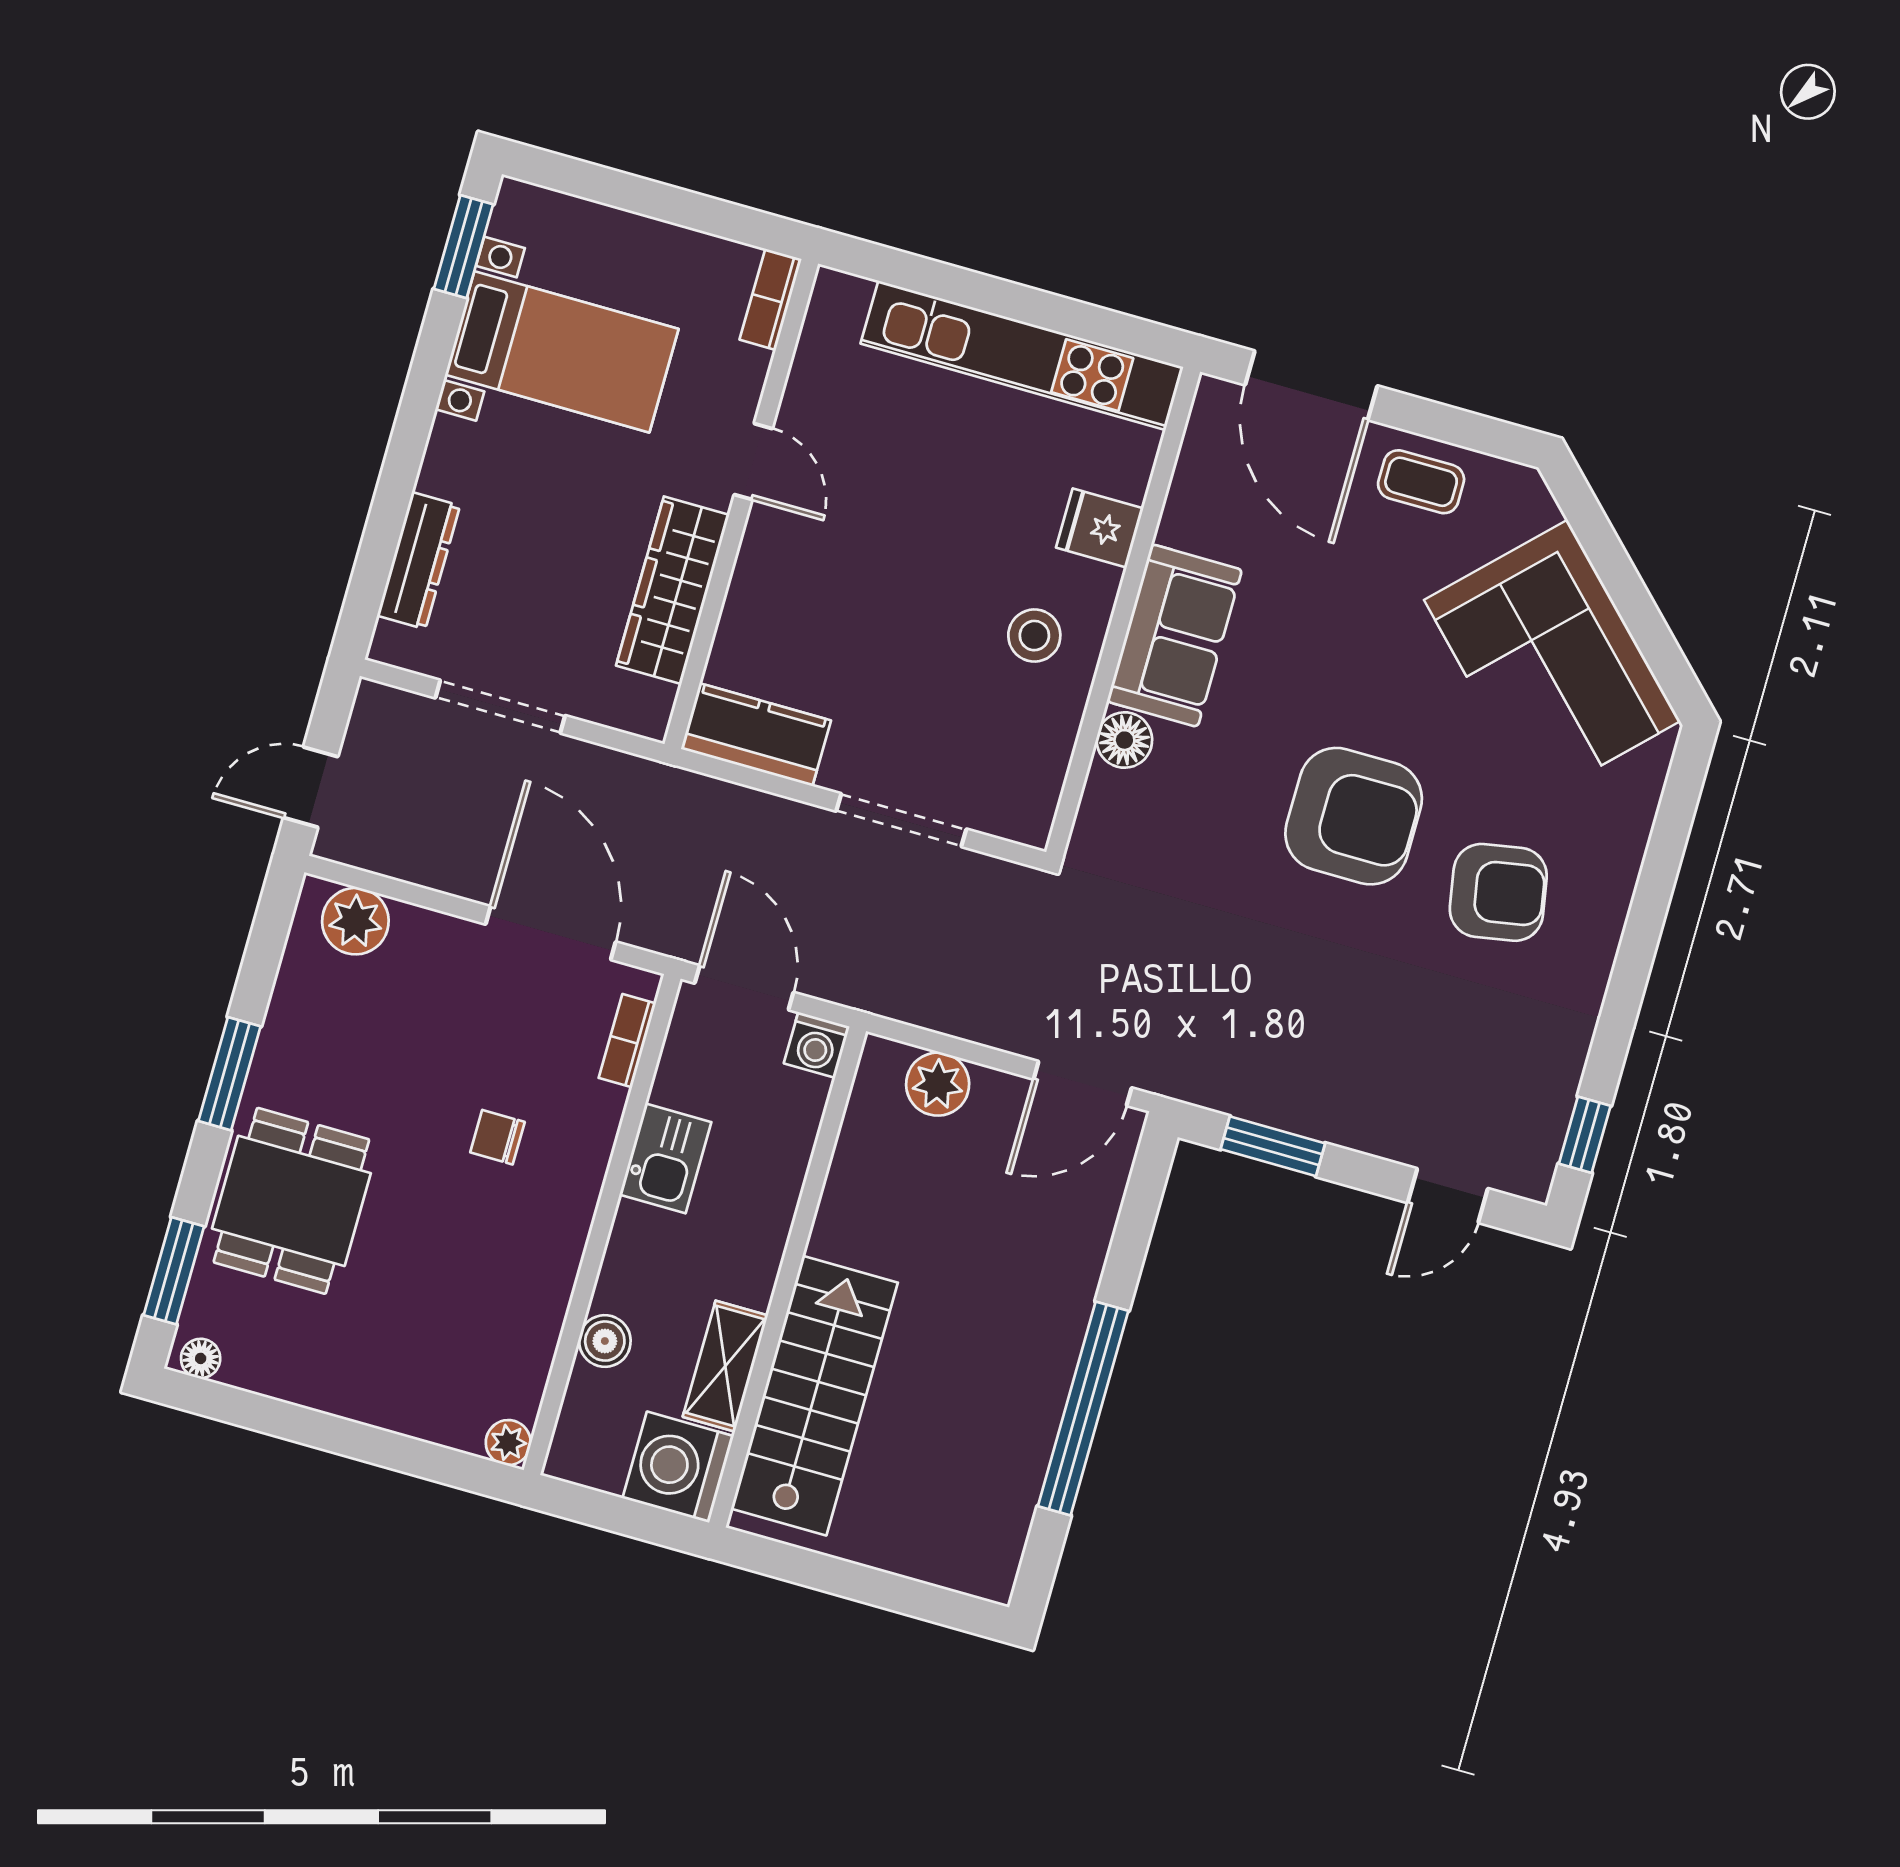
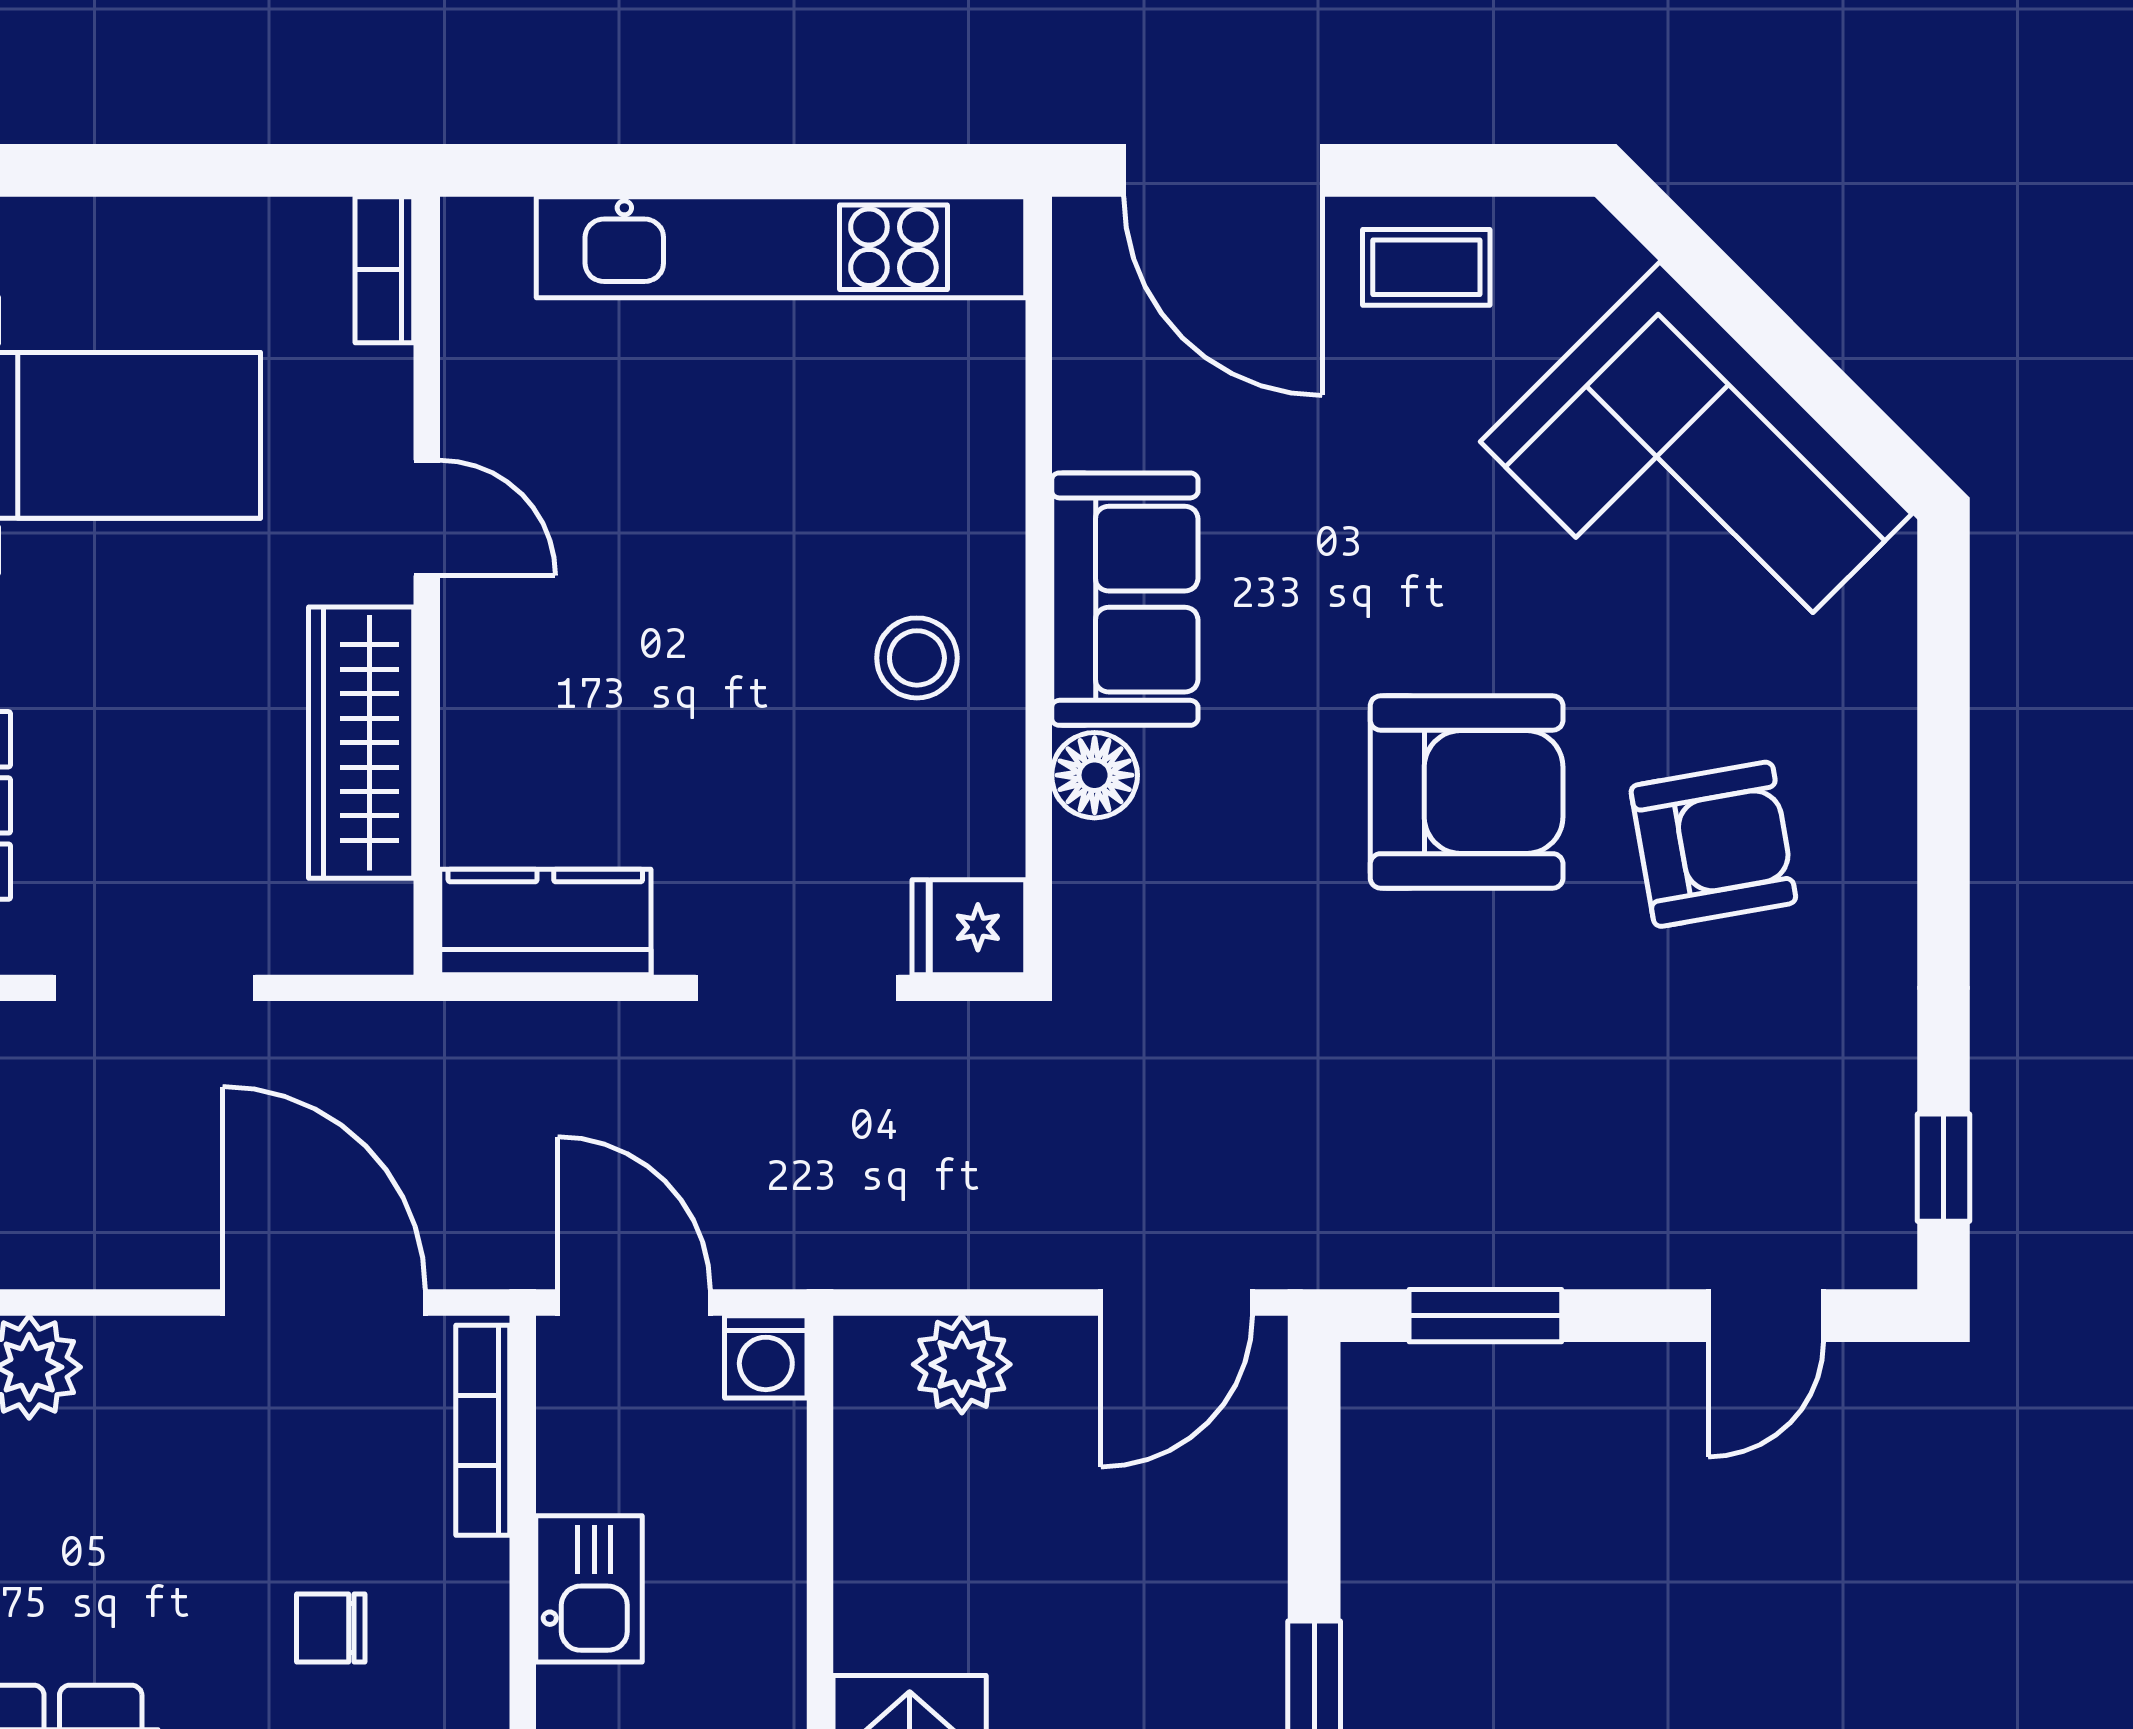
fridge: (1100, 528) -> (969, 927), moved
bookcase: (627, 1041) -> (483, 1430), width x1.56

